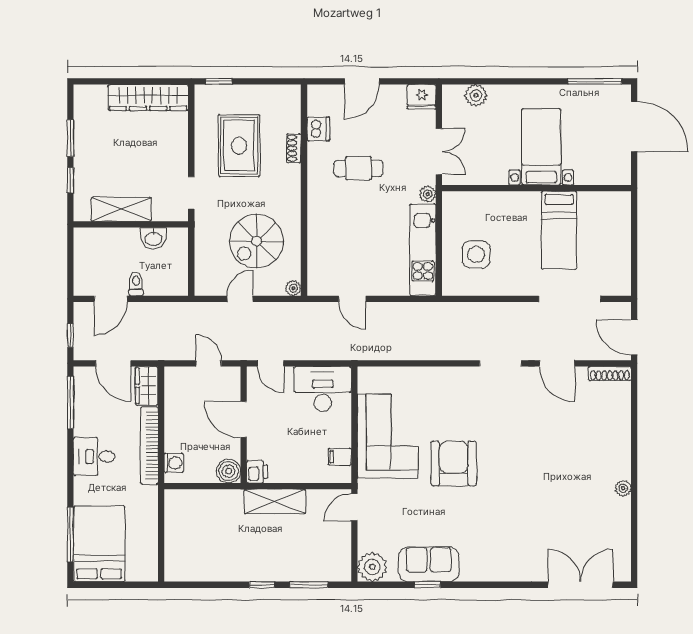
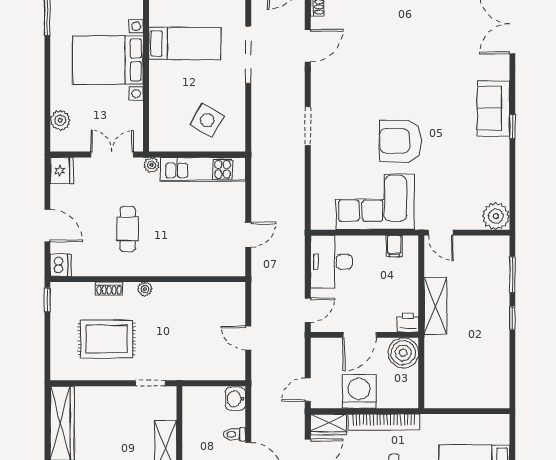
window: (219, 81) -> (47, 300), moved
dishwasher: (318, 129) -> (61, 265), moved, turned 90
bed with nightstands: (541, 147) -> (108, 60), width x1.36
washbasin: (153, 238) -> (235, 399), moved, turned 180
spiral stairs: (256, 241) -> (195, 323), removed
side table: (476, 254) -> (207, 120), turned 30
plant: (293, 288) -> (145, 289), moved
doorway: (570, 299) -> (248, 55), moved
door: (209, 363) -> (308, 390), moved
doorway: (500, 363) -> (308, 126), moved
washing machine: (174, 463) -> (359, 391), moved, width x1.89, depth x1.89
boiler: (229, 471) -> (403, 353), width x1.37, depth x1.37
sofa: (429, 564) -> (493, 108), moved
window: (427, 585) -> (512, 127), moved

